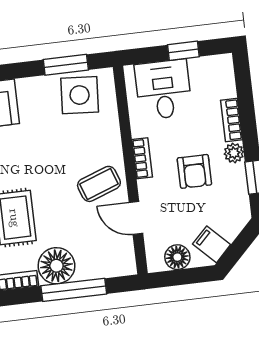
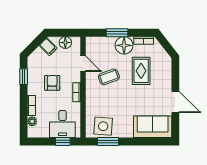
window: (183, 51) -> (63, 142), moved
plant: (234, 153) -> (32, 121), moved
coffee table: (99, 184) -> (109, 77), moved
window: (74, 290) -> (117, 33), width x0.69

